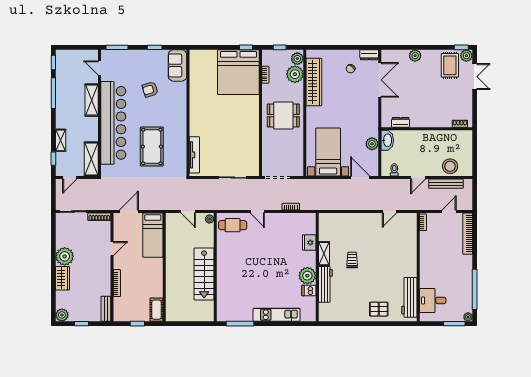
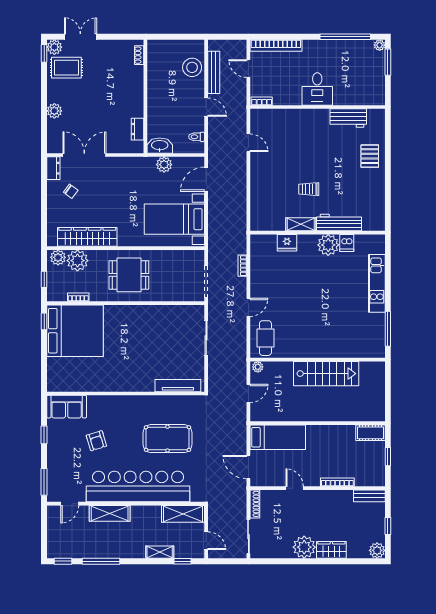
dining table: (283, 116) -> (129, 275), turned 90
workbench: (409, 297) -> (348, 118), width x0.73
desk: (433, 300) -> (317, 89), moved

